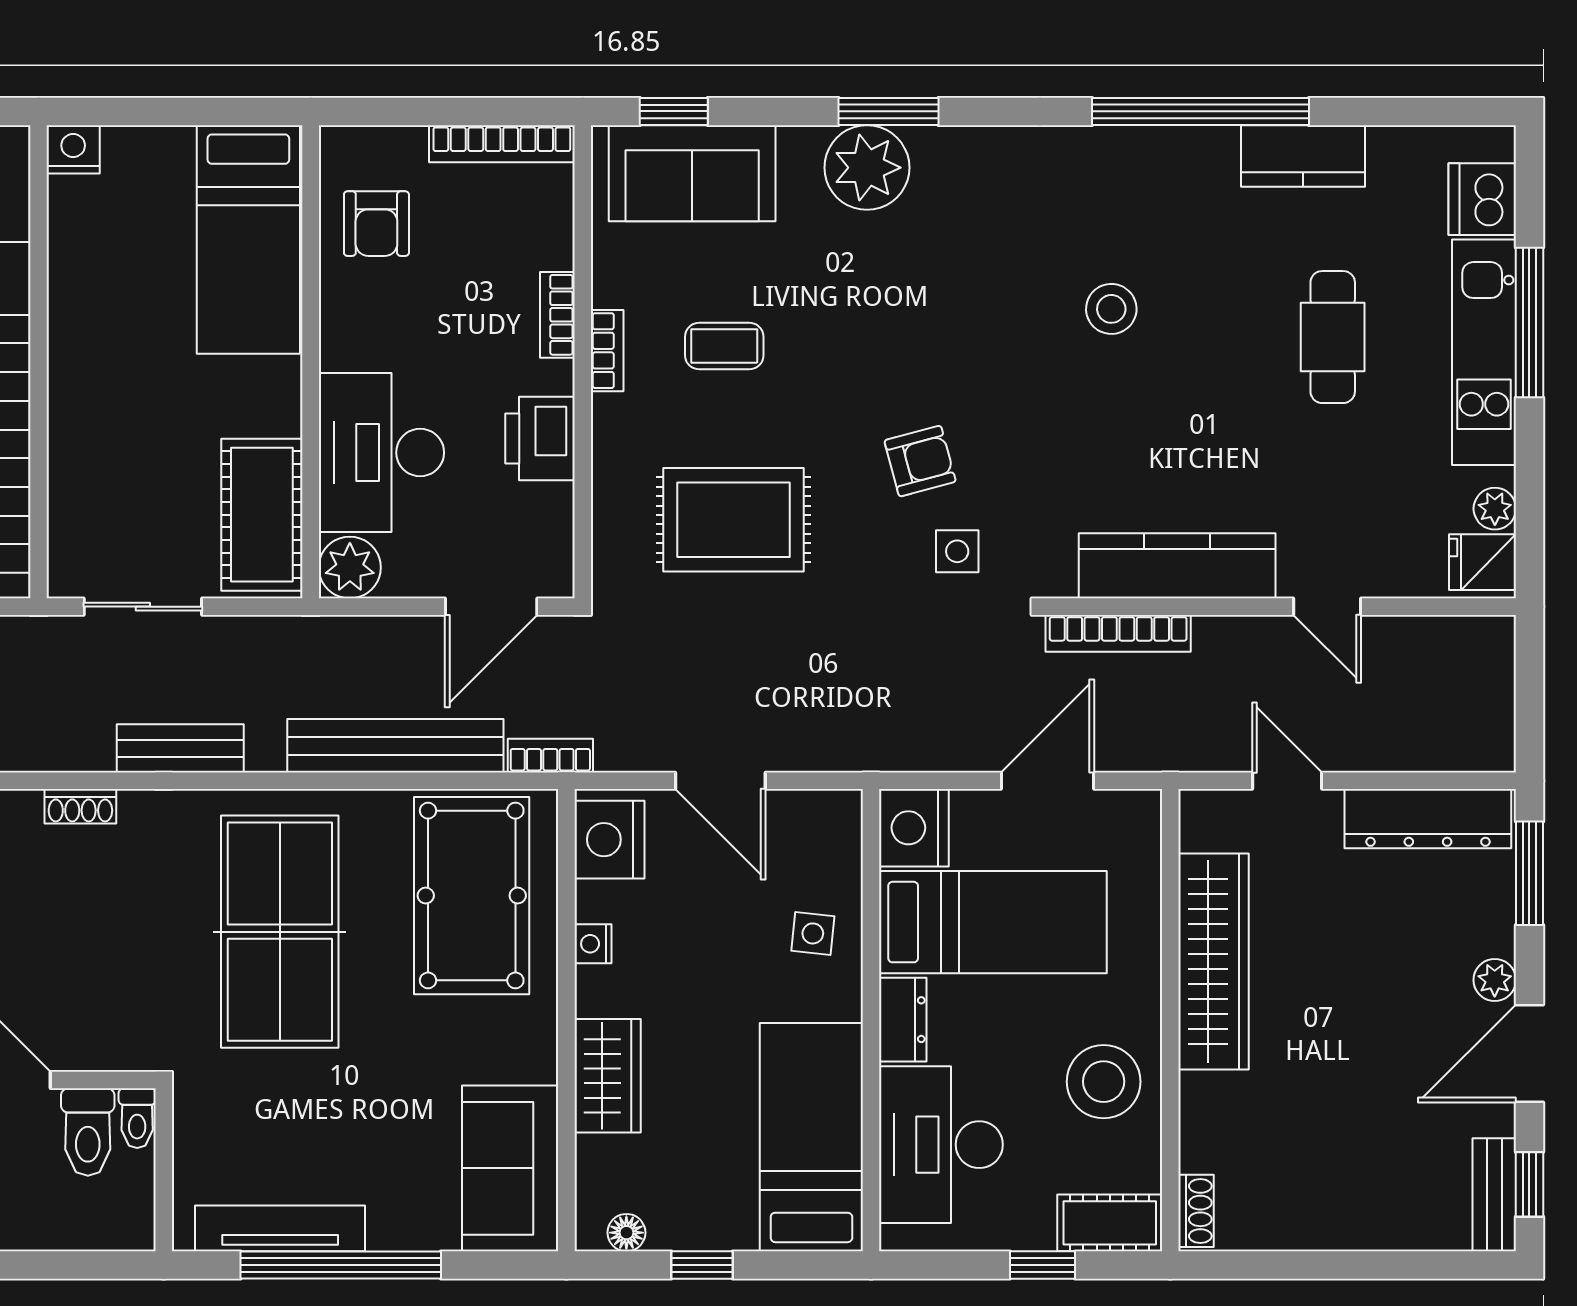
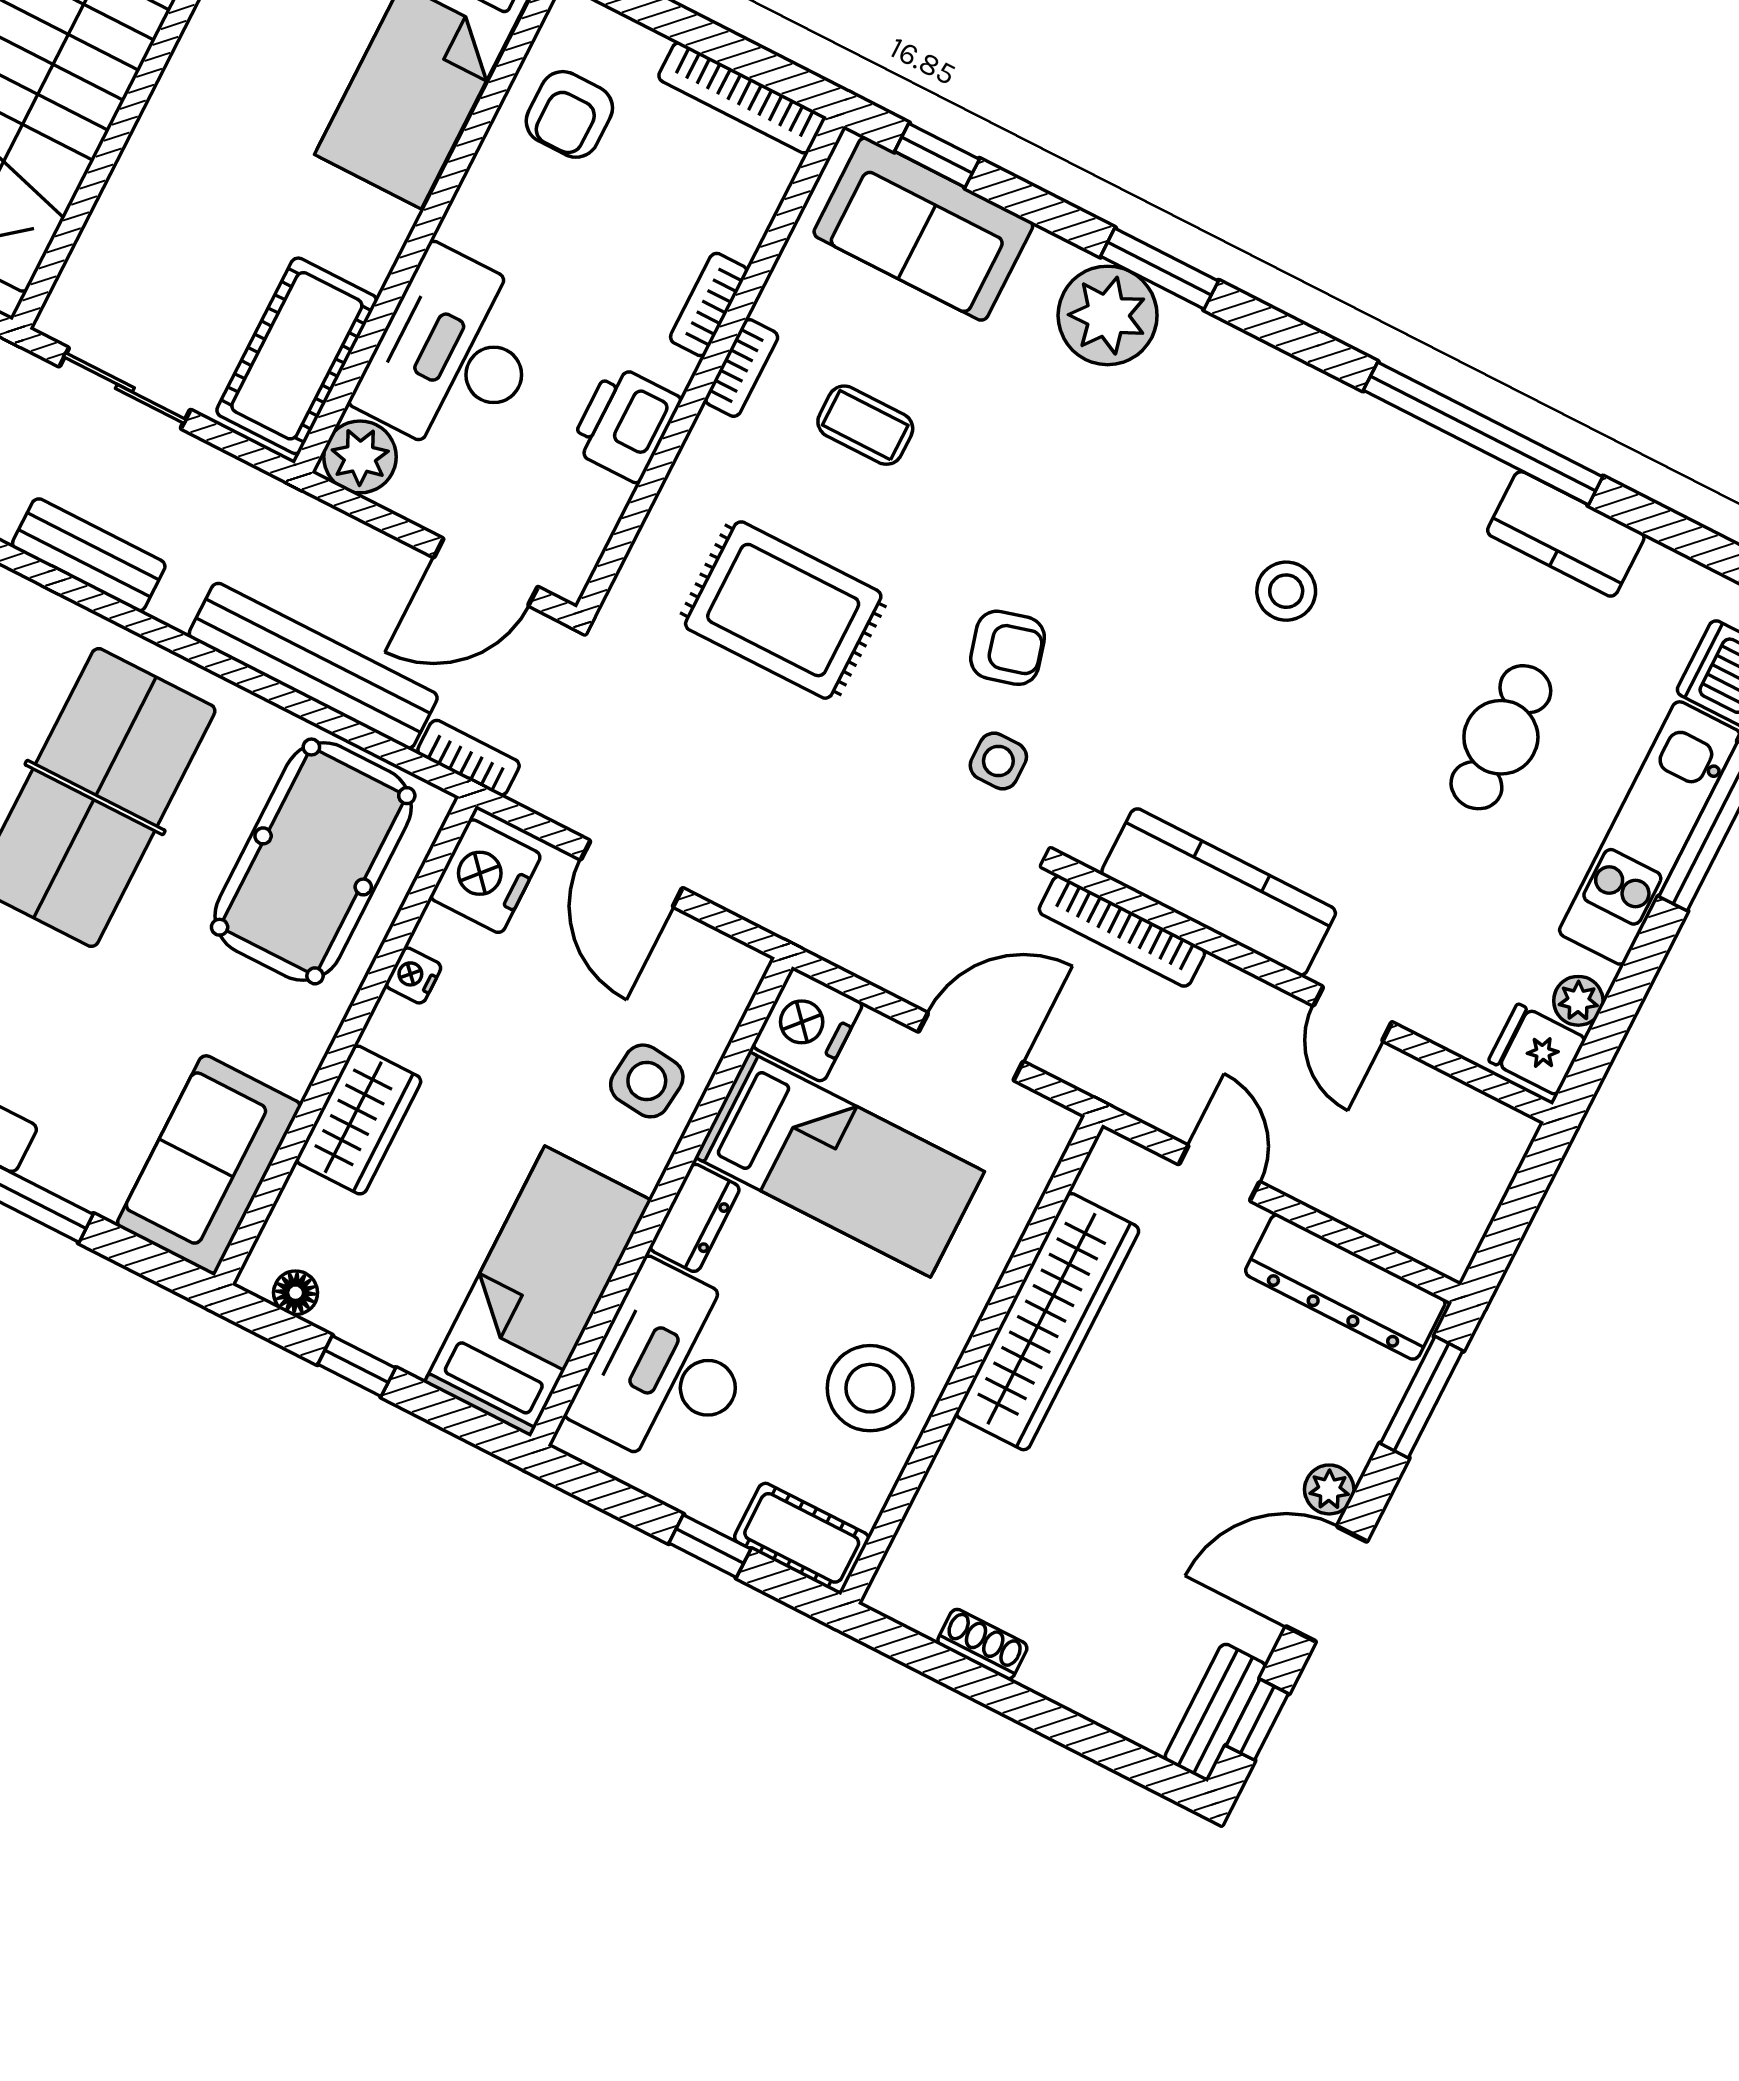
side table: (813, 933) -> (647, 1081), width x1.37, depth x1.37
shoe rack: (1196, 1211) -> (982, 1644), moved, turned -90

